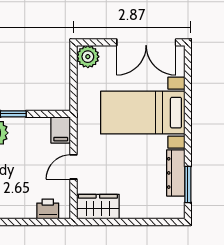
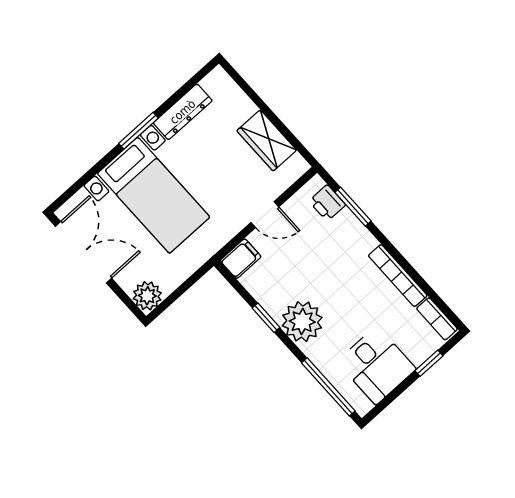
window: (188, 184) -> (139, 131), moved
wardrobe: (98, 207) -> (267, 140), moved
window: (32, 222) -> (353, 207), added

